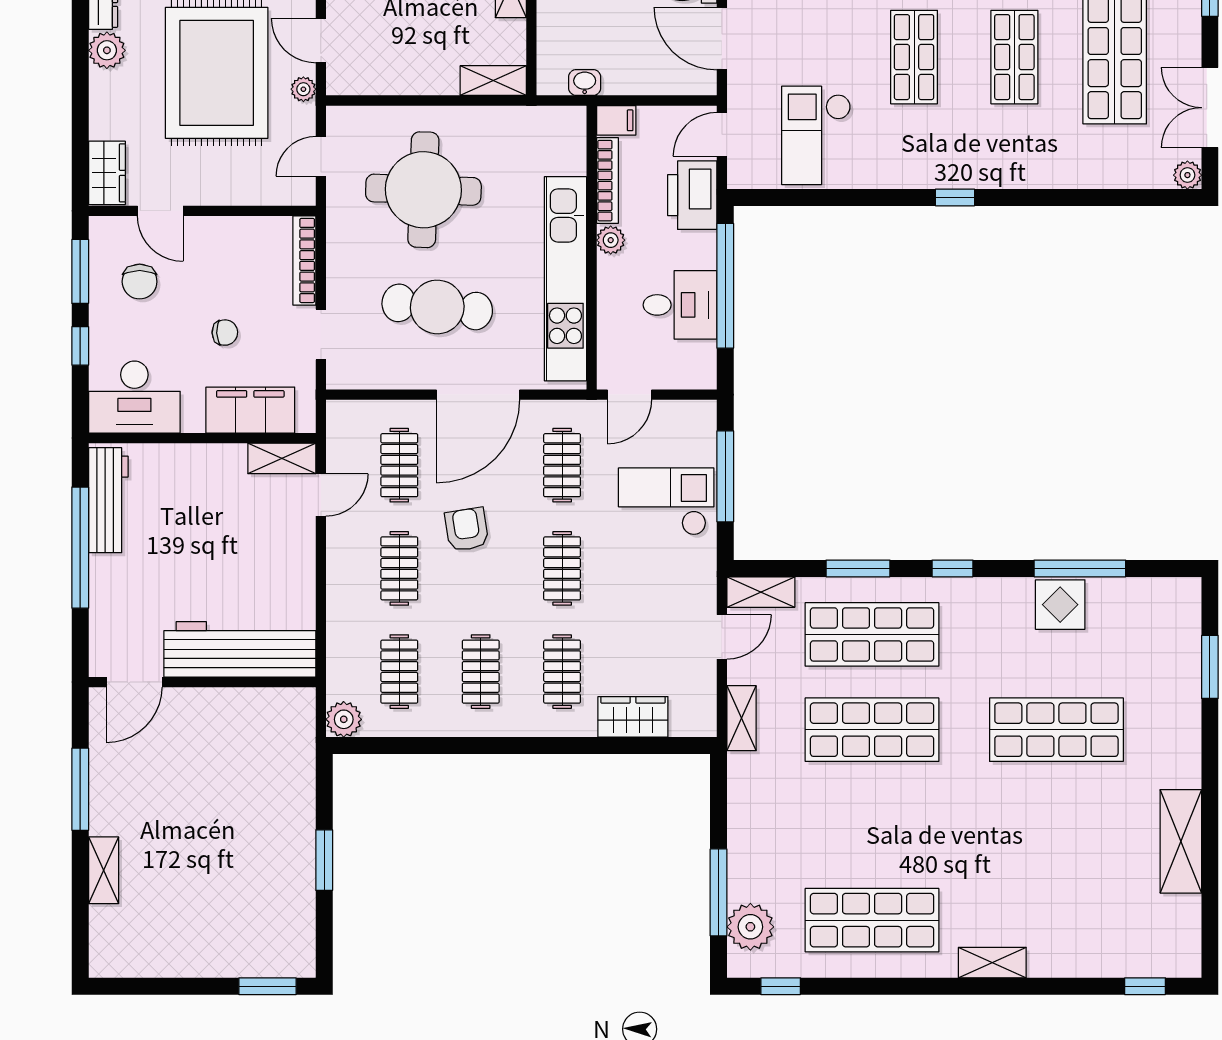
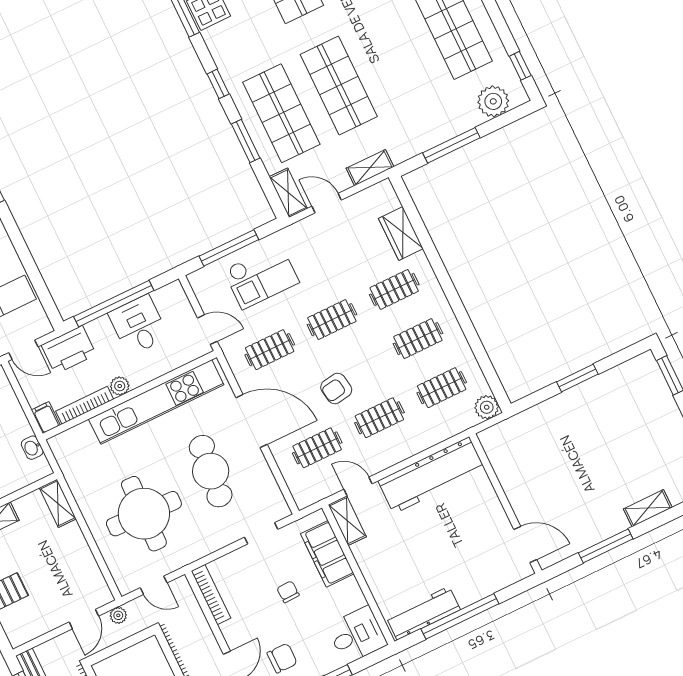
bookcase: (304, 260) -> (211, 595), moved, turned -90
desk: (134, 397) -> (357, 635), width x0.73
checkout: (666, 501) -> (261, 276), turned -90
workbench: (240, 649) -> (432, 475), moved, turned -90
window: (719, 892) -> (451, 145), moved

